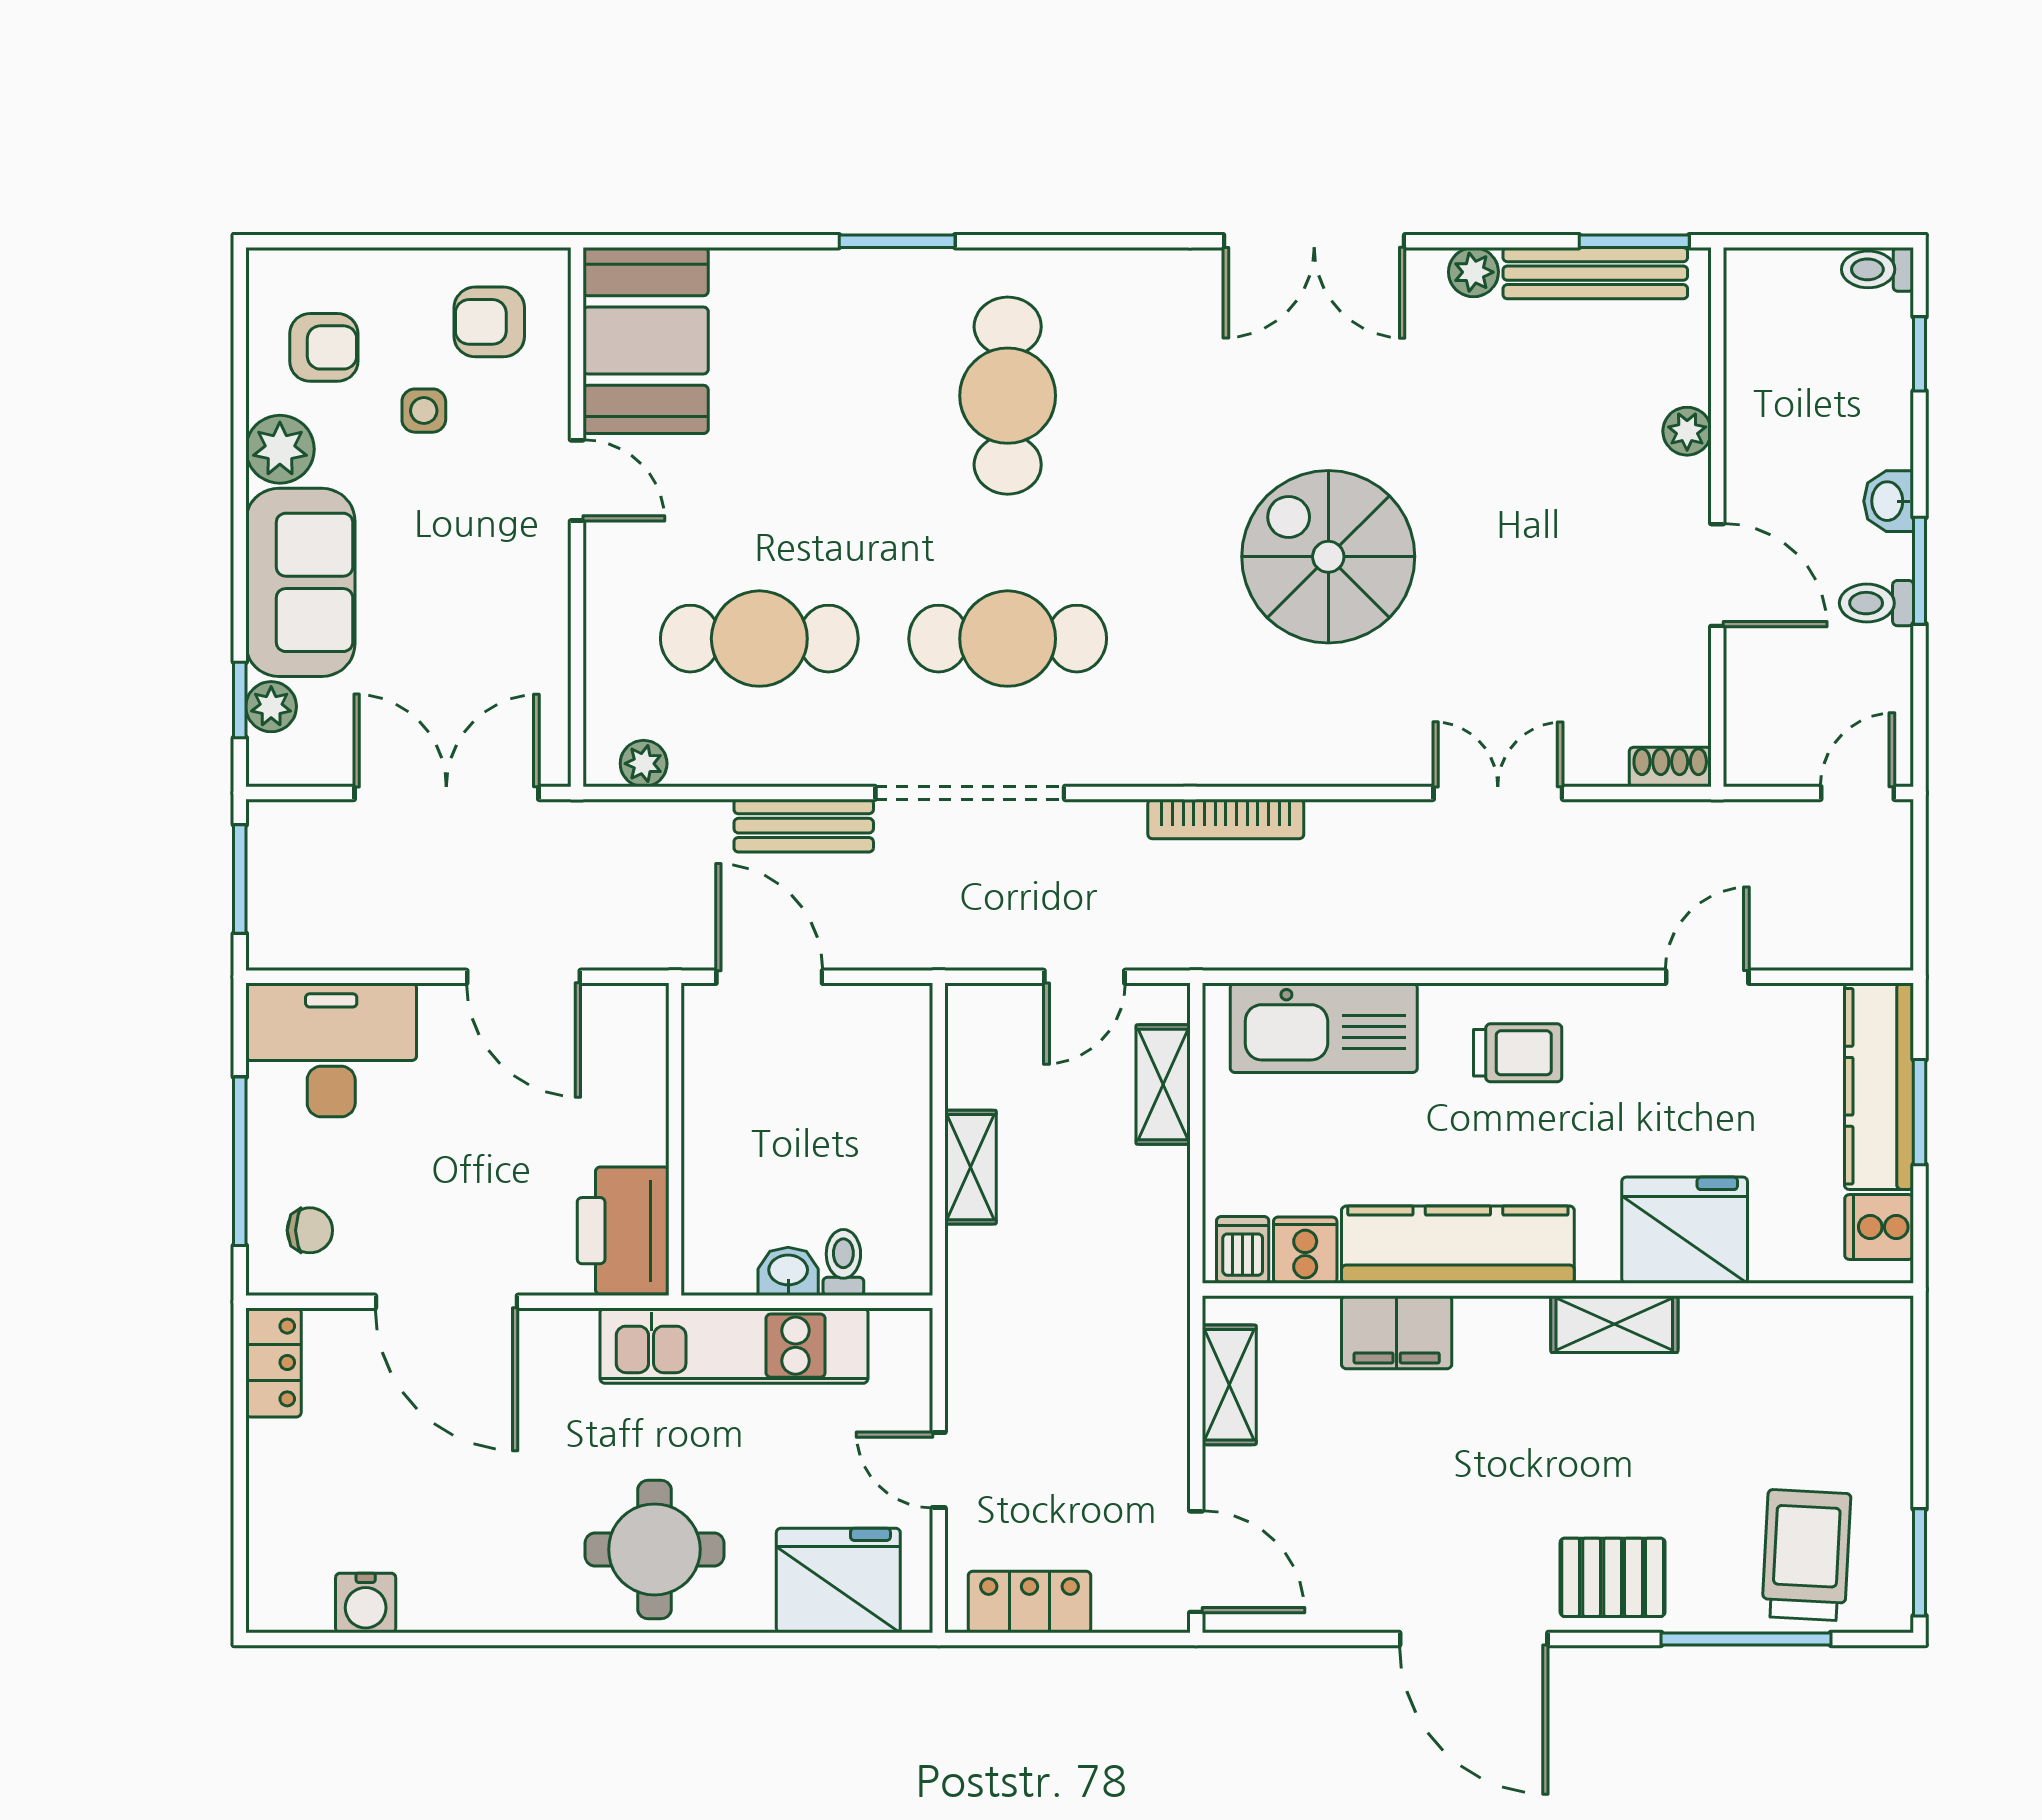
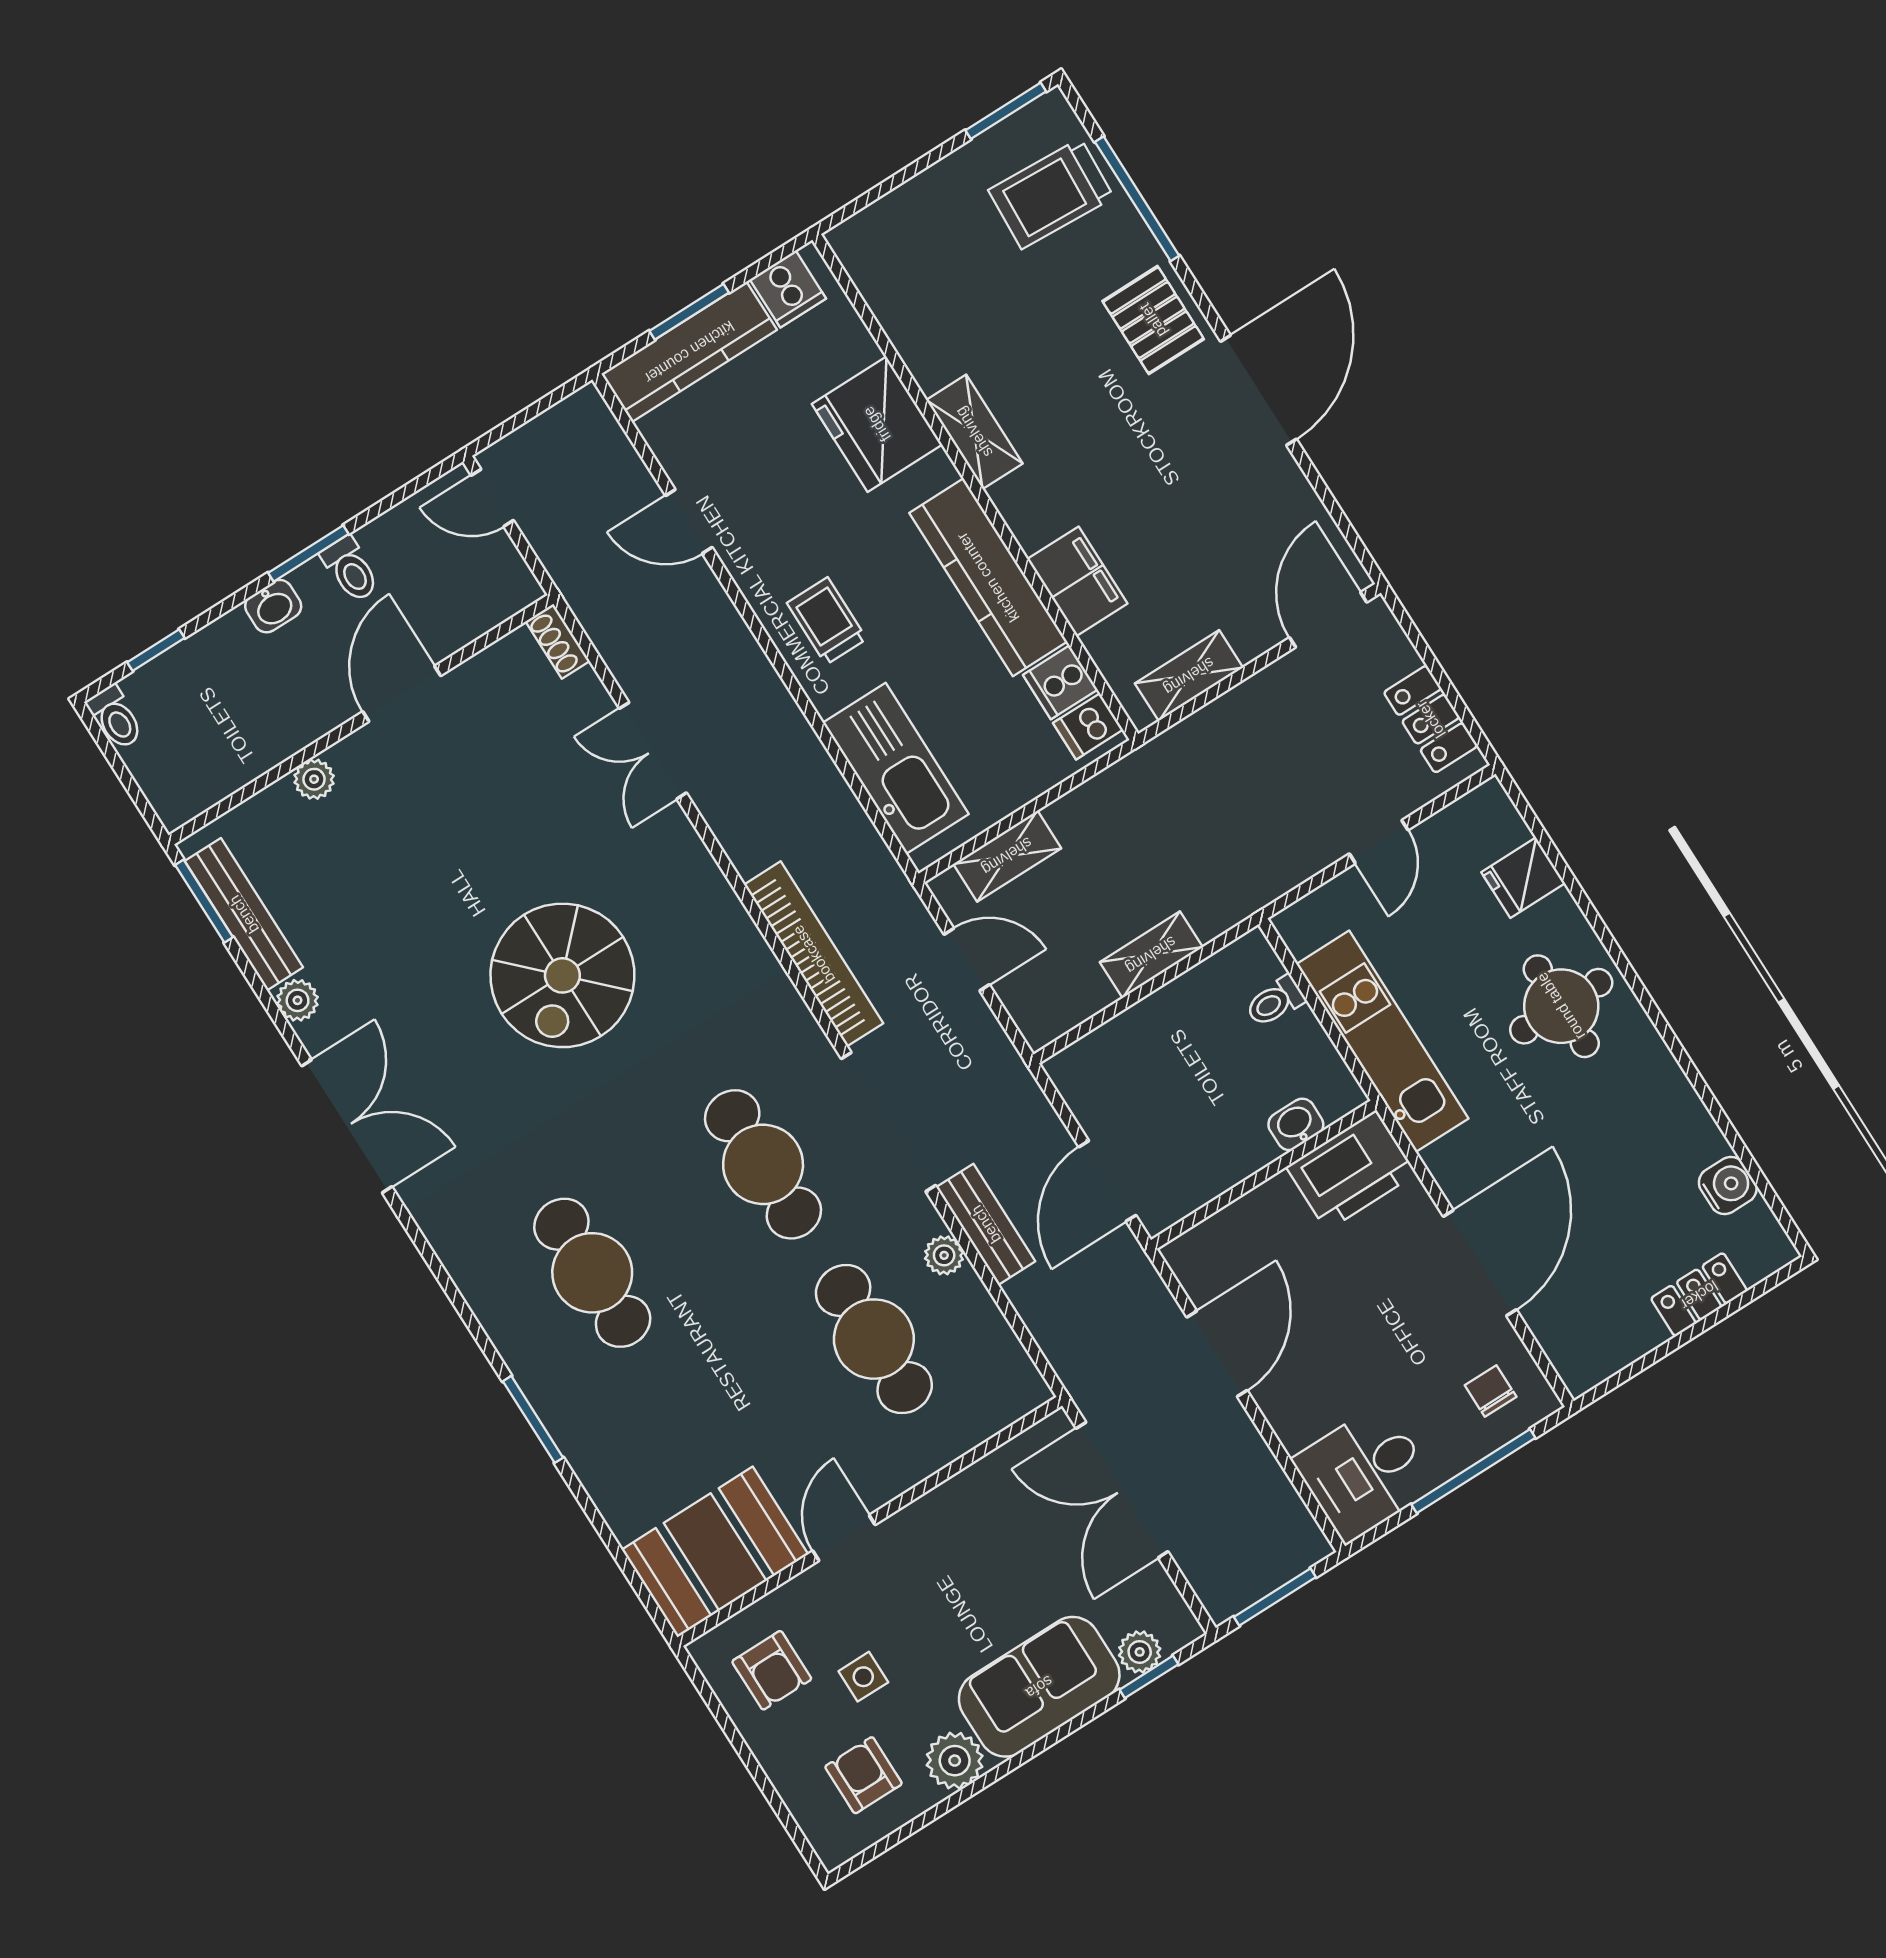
cafe table: (1008, 396) -> (592, 1273), turned 90
plant: (644, 764) -> (944, 1255), moved
bookcase: (1226, 819) -> (814, 954), width x1.48, depth x1.31
desk: (331, 1050) -> (1365, 1473), width x0.73
washbasin: (788, 1271) -> (1296, 1124), moved, turned 90
locker: (273, 1362) -> (1699, 1295), moved
fridge: (838, 1580) -> (1523, 878), width x0.53, depth x0.75

